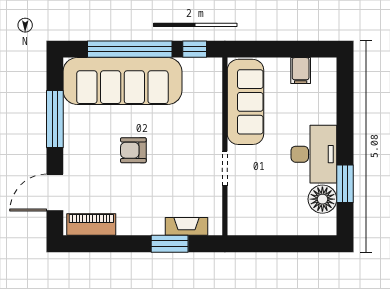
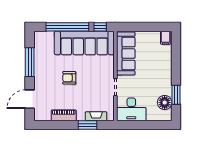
filing cabinet: (301, 71) -> (166, 38), moved
sofa: (122, 81) -> (84, 43), moved
desk: (314, 154) -> (131, 109), moved, turned 90
piano: (91, 224) -> (64, 115), moved

